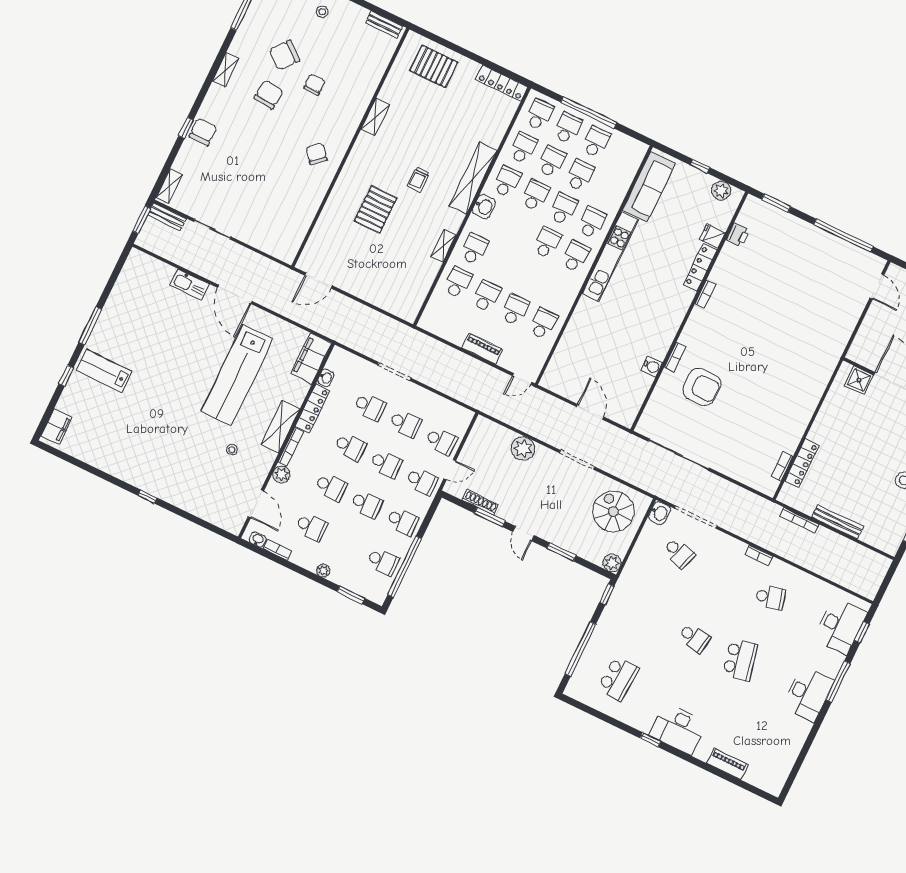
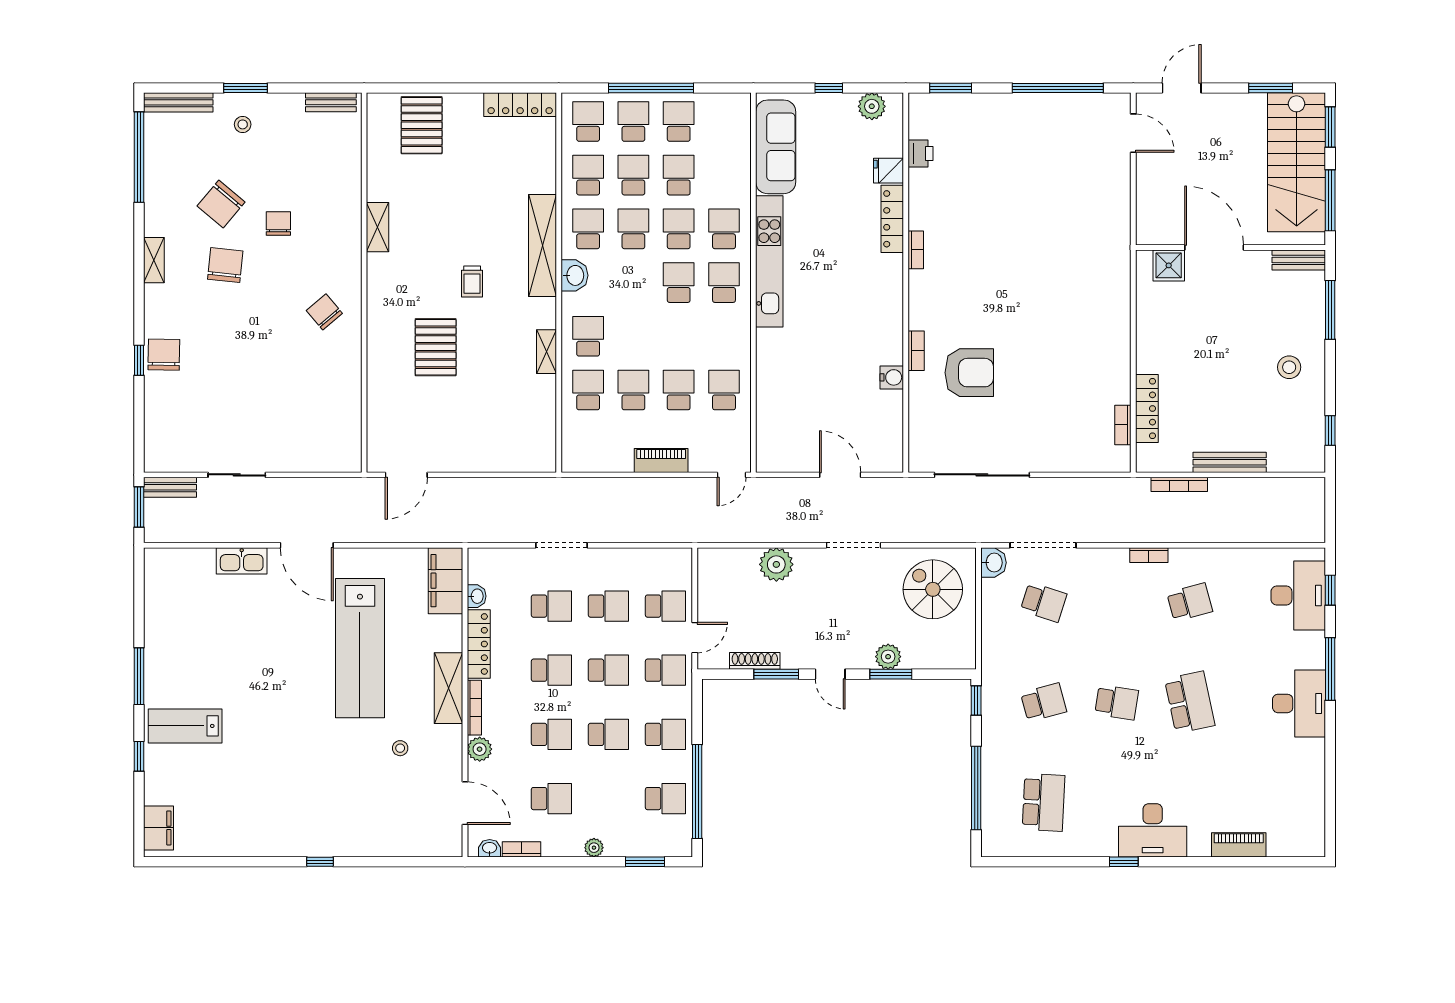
pallet: (434, 66) -> (422, 125), turned 90
shelving: (169, 186) -> (154, 446), removed
plant: (612, 563) -> (888, 657), moved
school desk: (649, 616) -> (1044, 702), added

